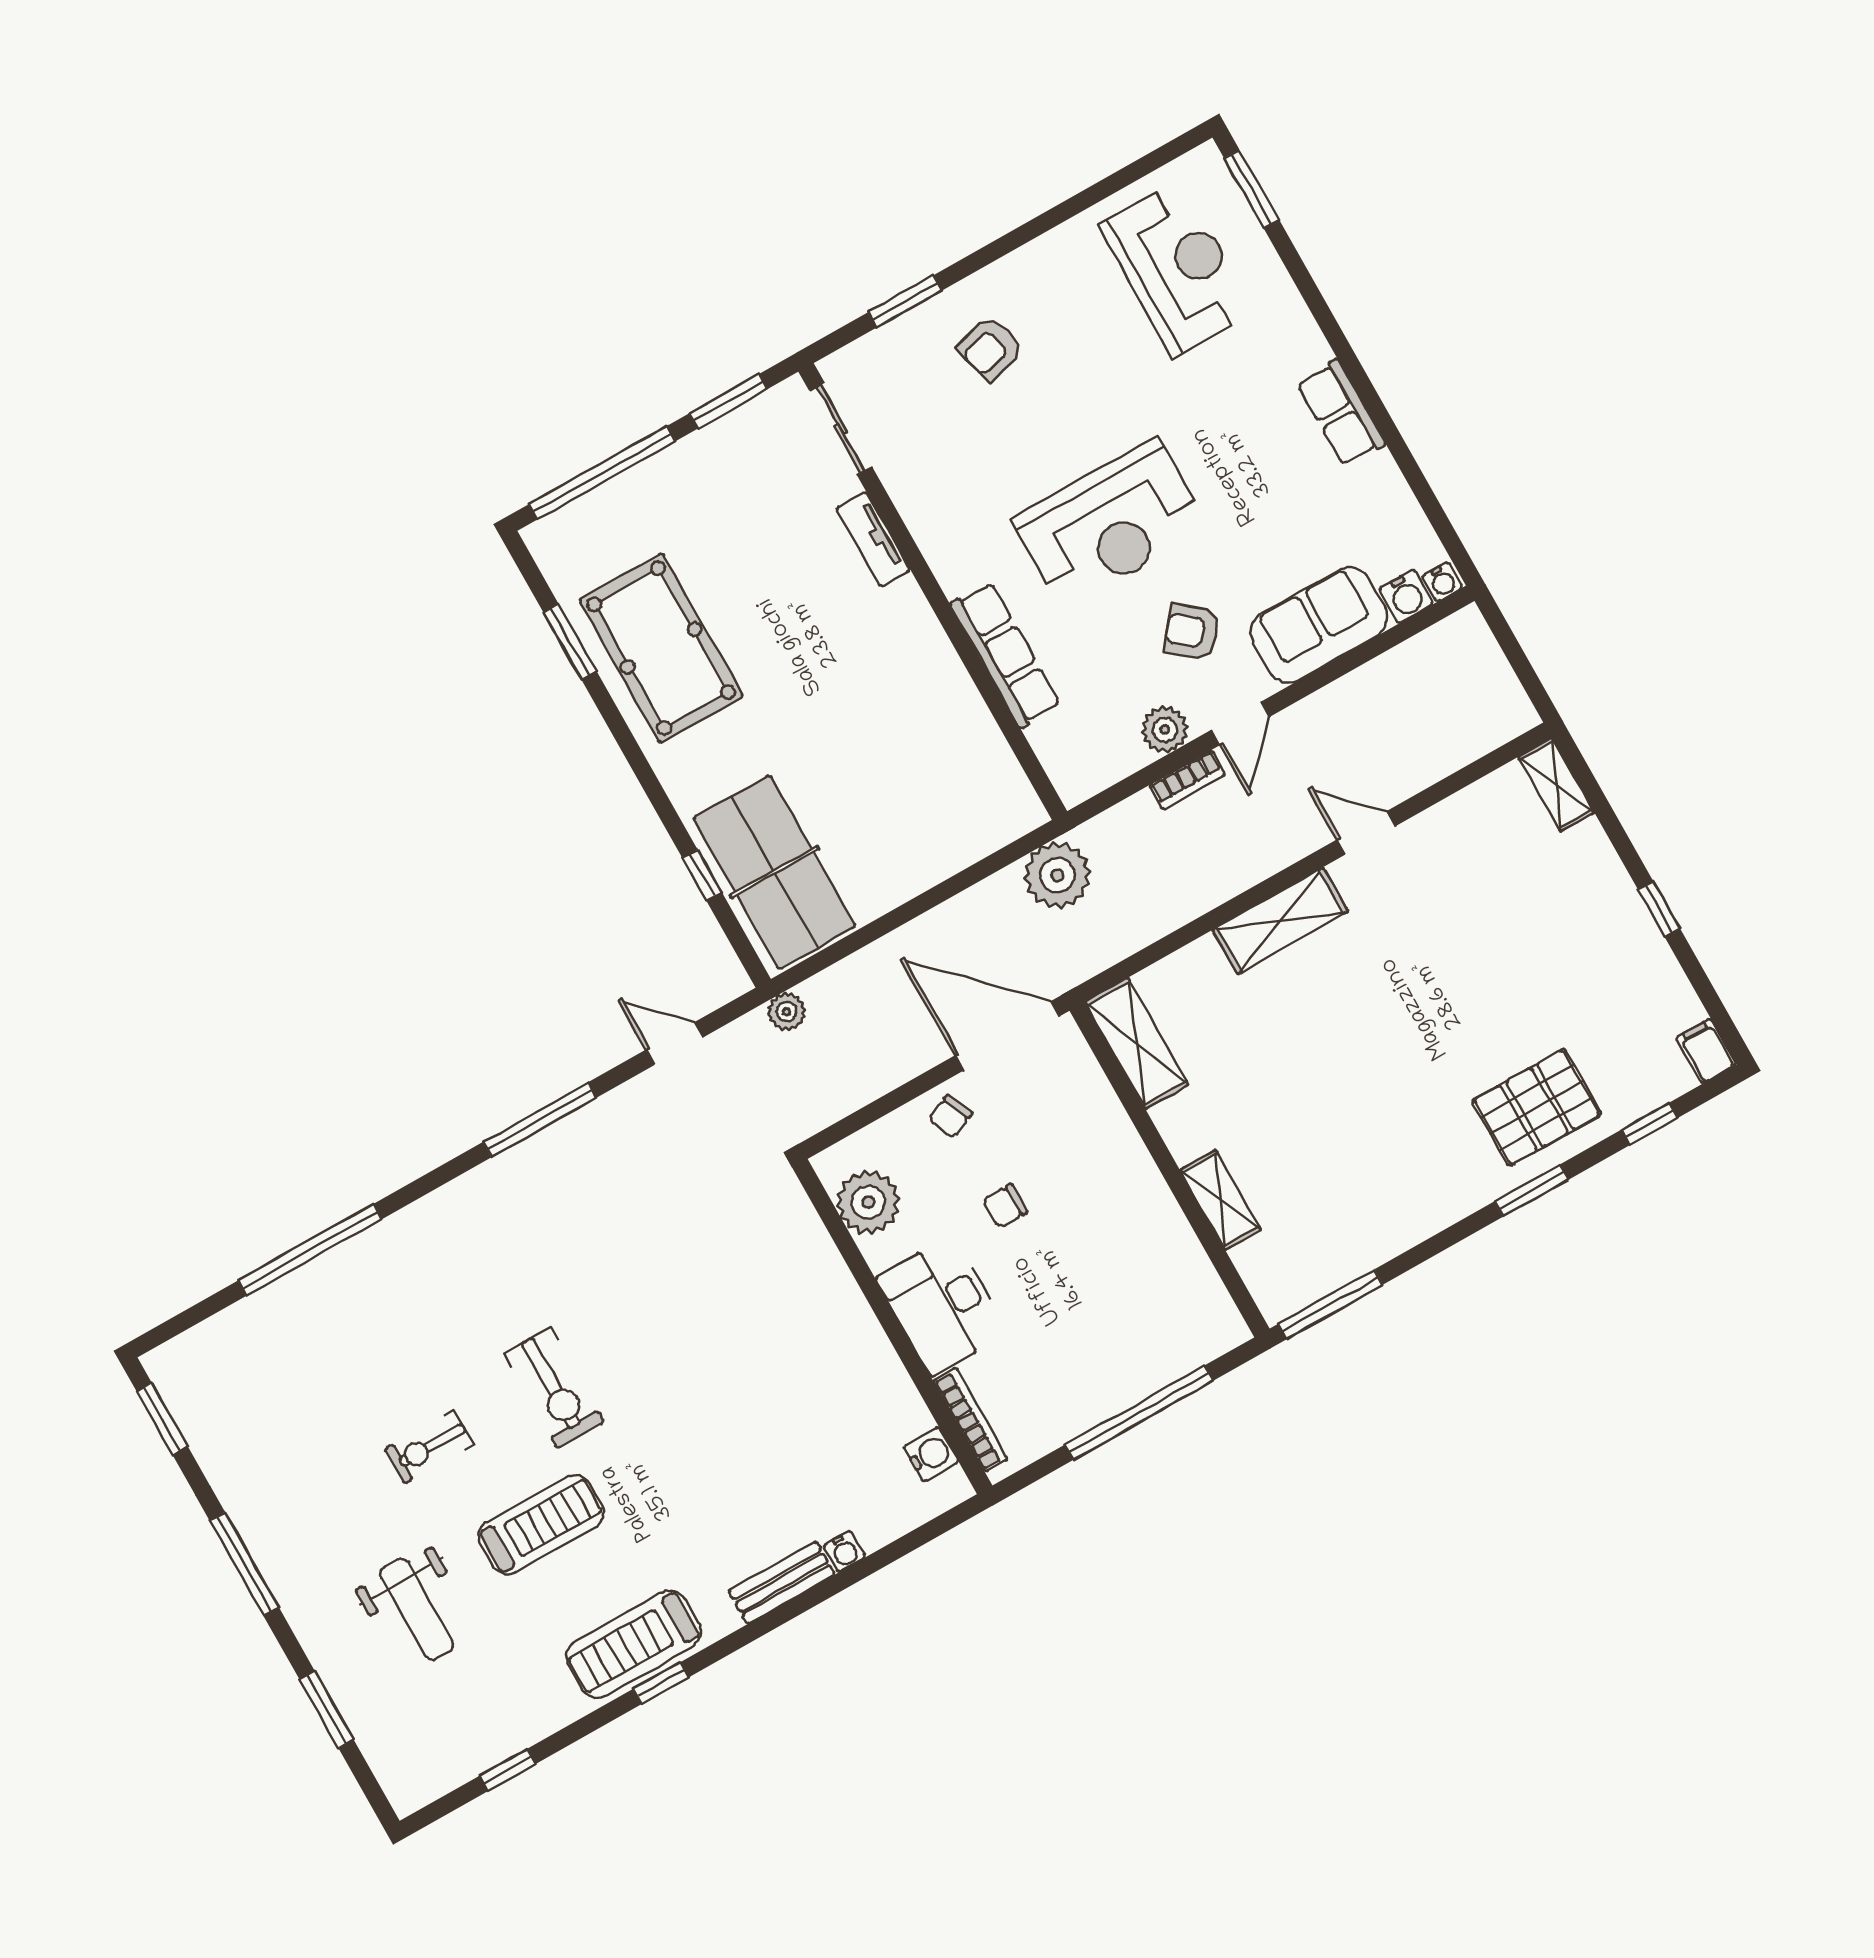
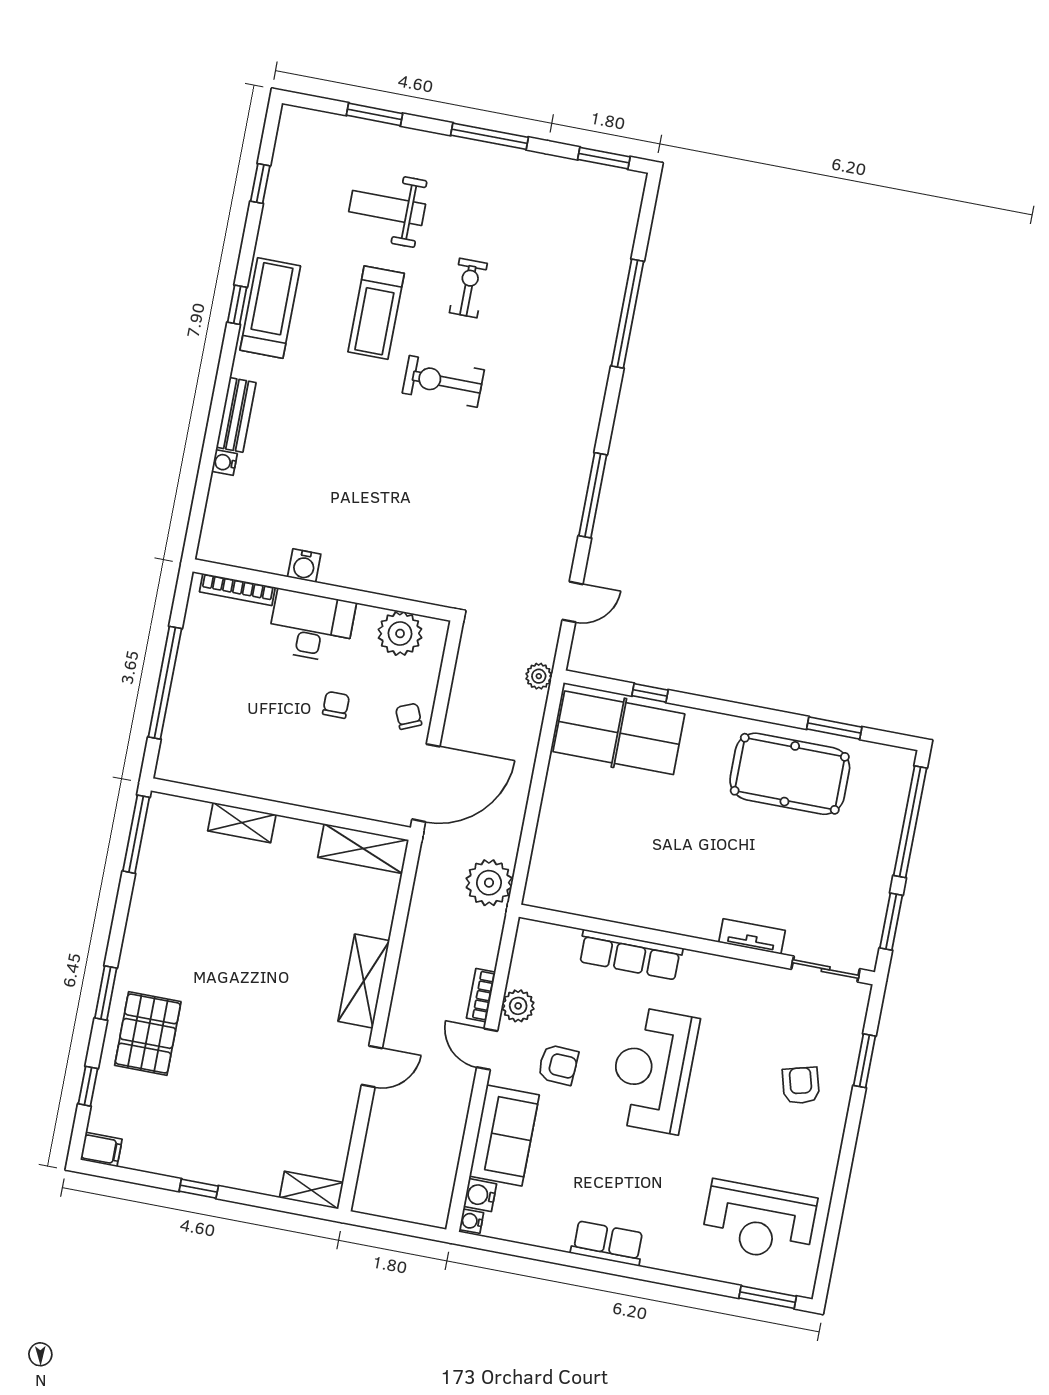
armchair: (1192, 632) -> (558, 1065), turned 53
water cooler: (931, 1454) -> (304, 566), moved

